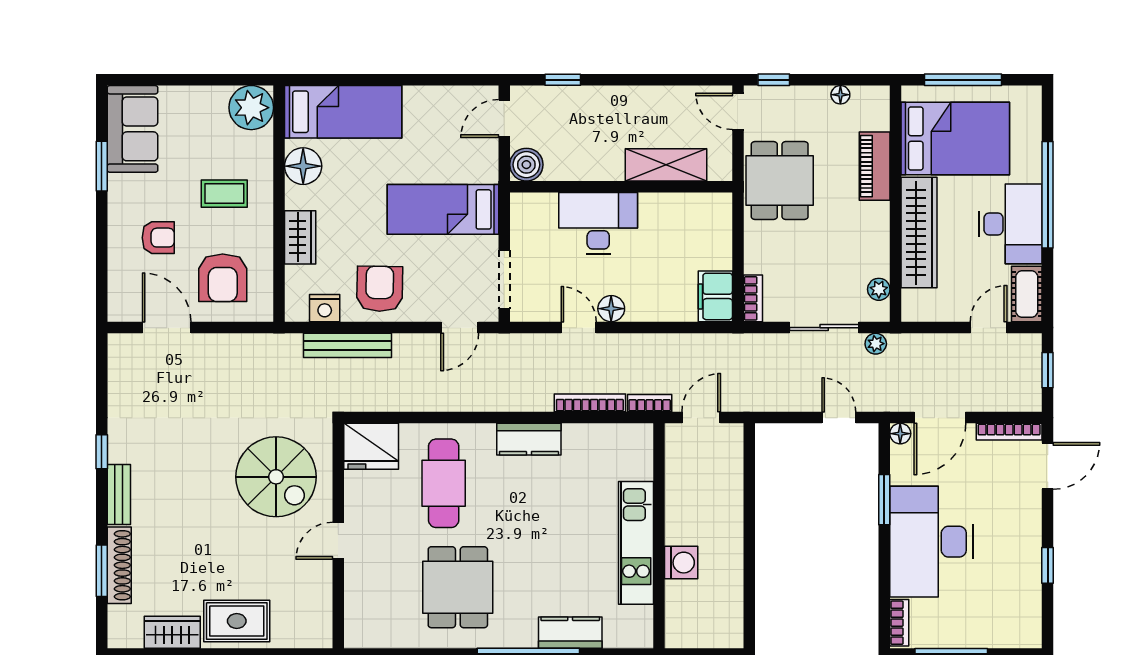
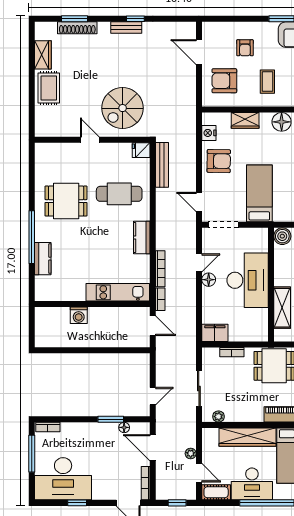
desk: (598, 223) -> (248, 280), width x1.36, depth x1.30
bookcase: (753, 298) -> (232, 352), moved
door: (167, 328) -> (199, 52), swing flipped
plant: (876, 344) -> (191, 453), moved
bench: (348, 345) -> (162, 165), moved
floor lamp: (900, 434) -> (124, 427), moved
fridge: (371, 446) -> (141, 150), width x0.53, depth x0.75
bench: (119, 495) -> (126, 28), moved
desk: (931, 542) -> (63, 479), moved, turned 180
kitchen unit: (636, 543) -> (118, 292), moved

